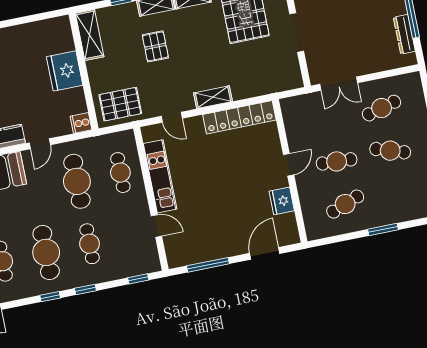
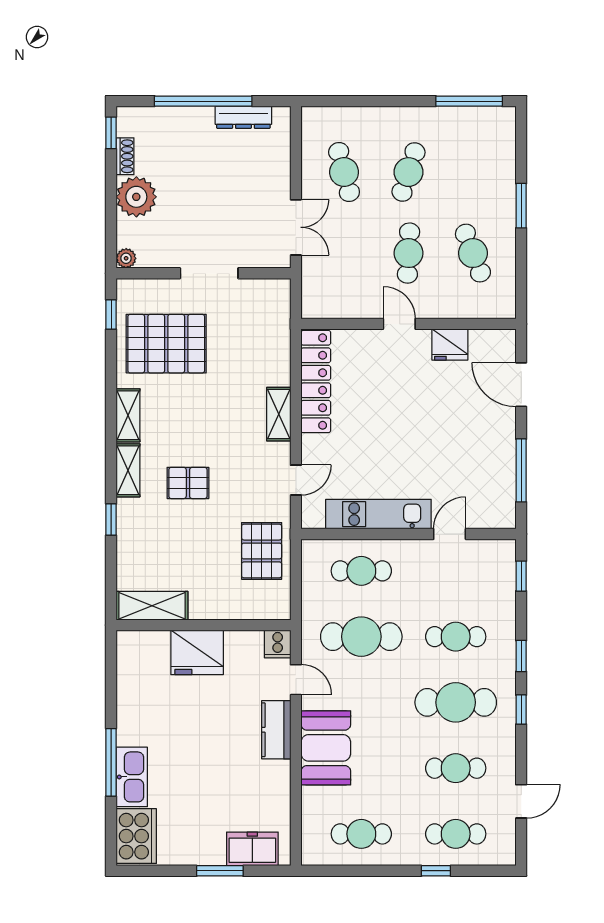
shelving: (90, 35) -> (152, 606), moved
fridge: (65, 71) -> (197, 652), moved
wall: (84, 72) -> (203, 625), moved
cooker: (81, 123) -> (278, 644), moved

